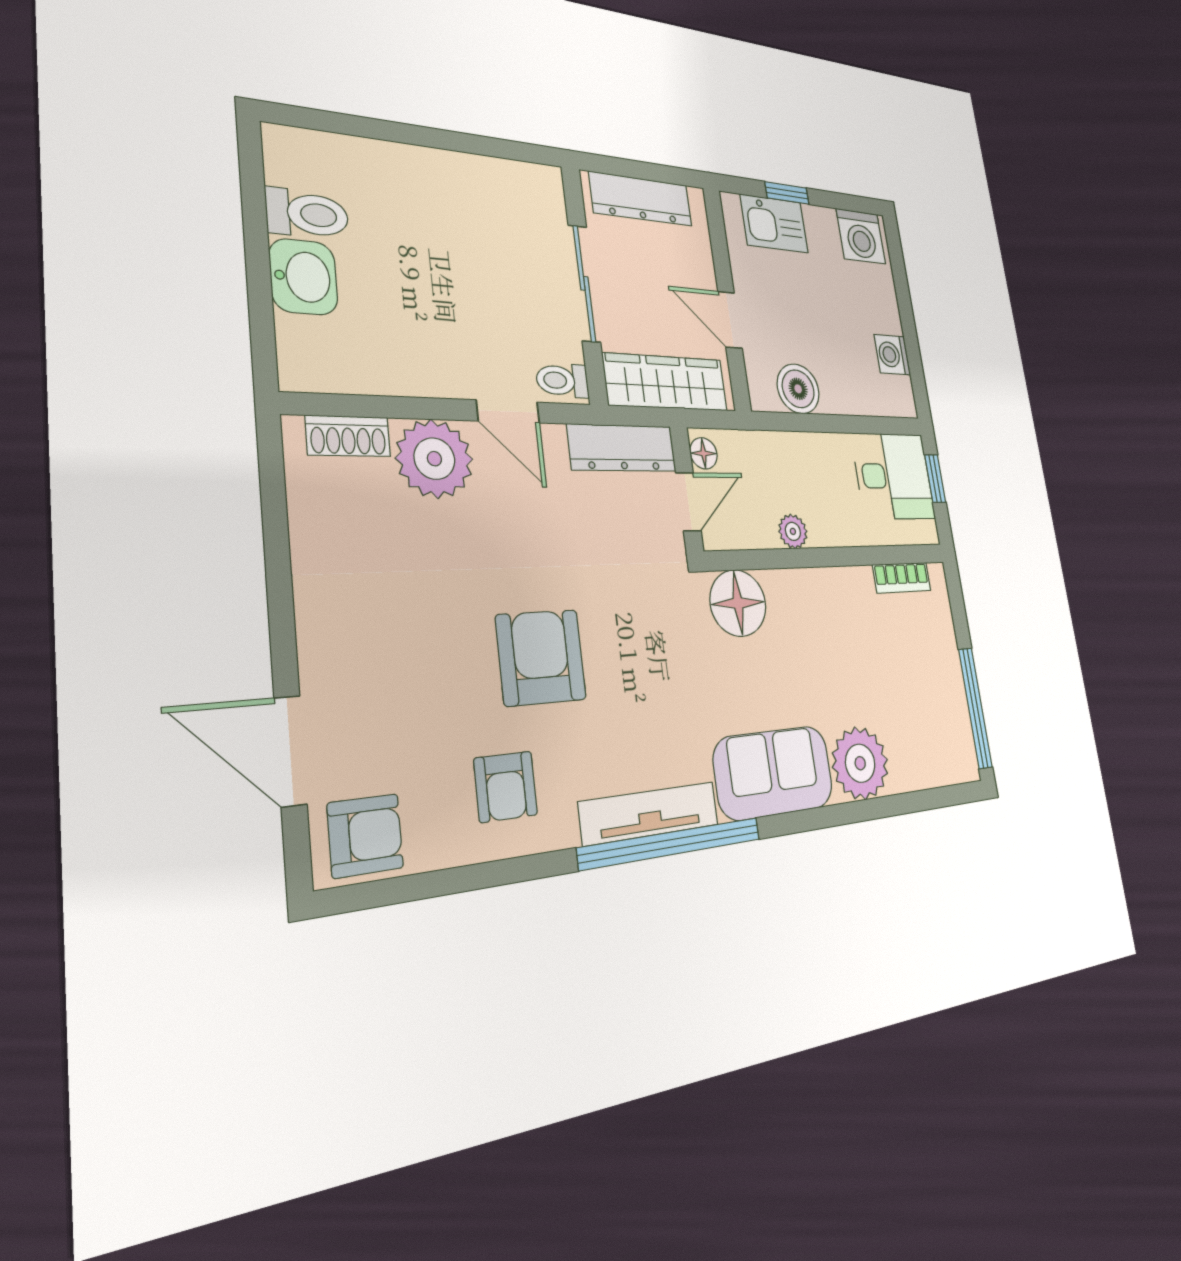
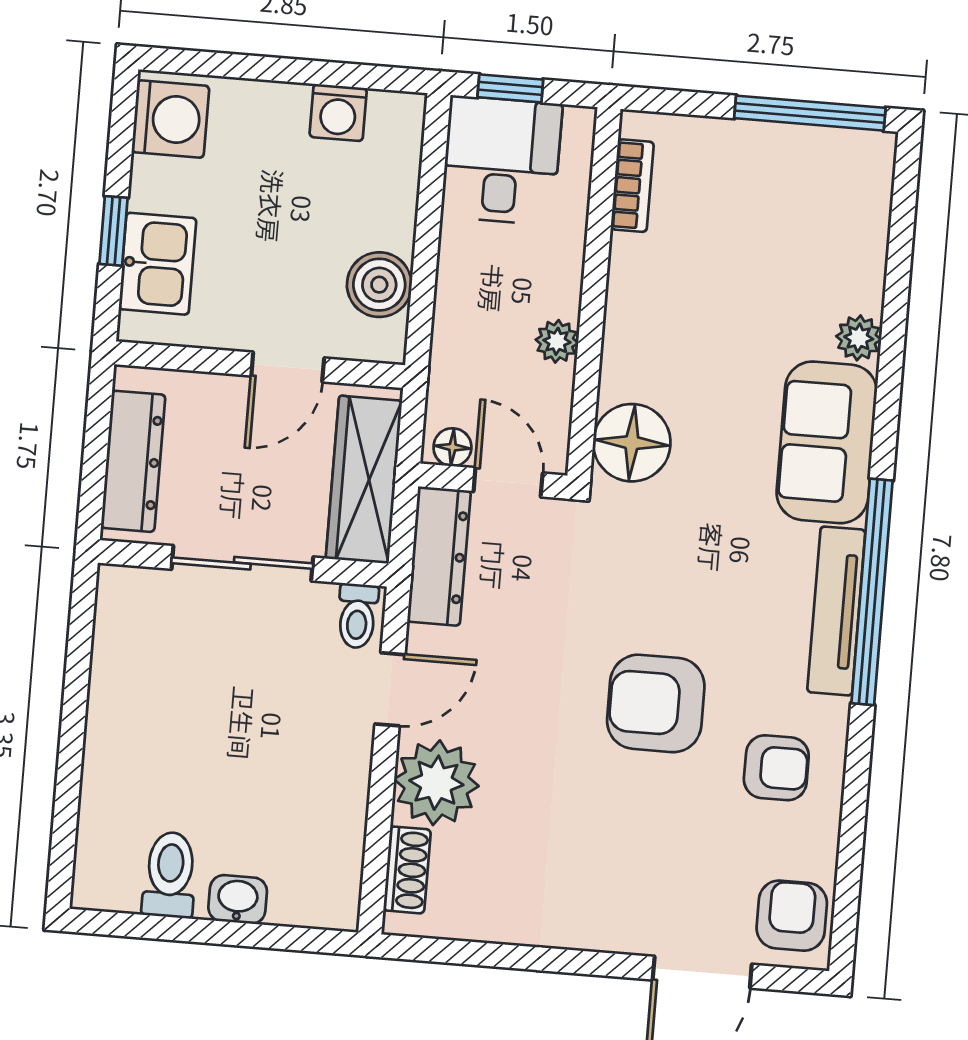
washbasin: (303, 277) -> (238, 899), width x0.72, depth x0.69
plant: (860, 763) -> (859, 338), width x0.53, depth x0.53

